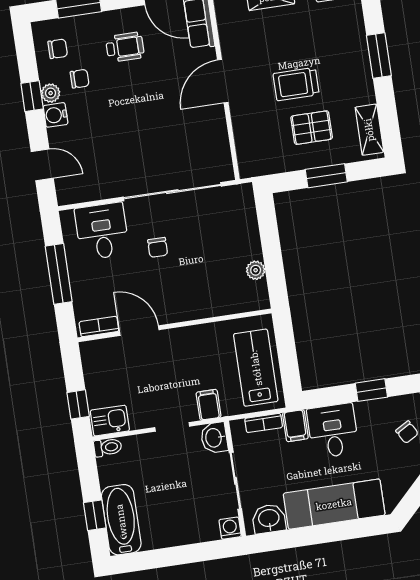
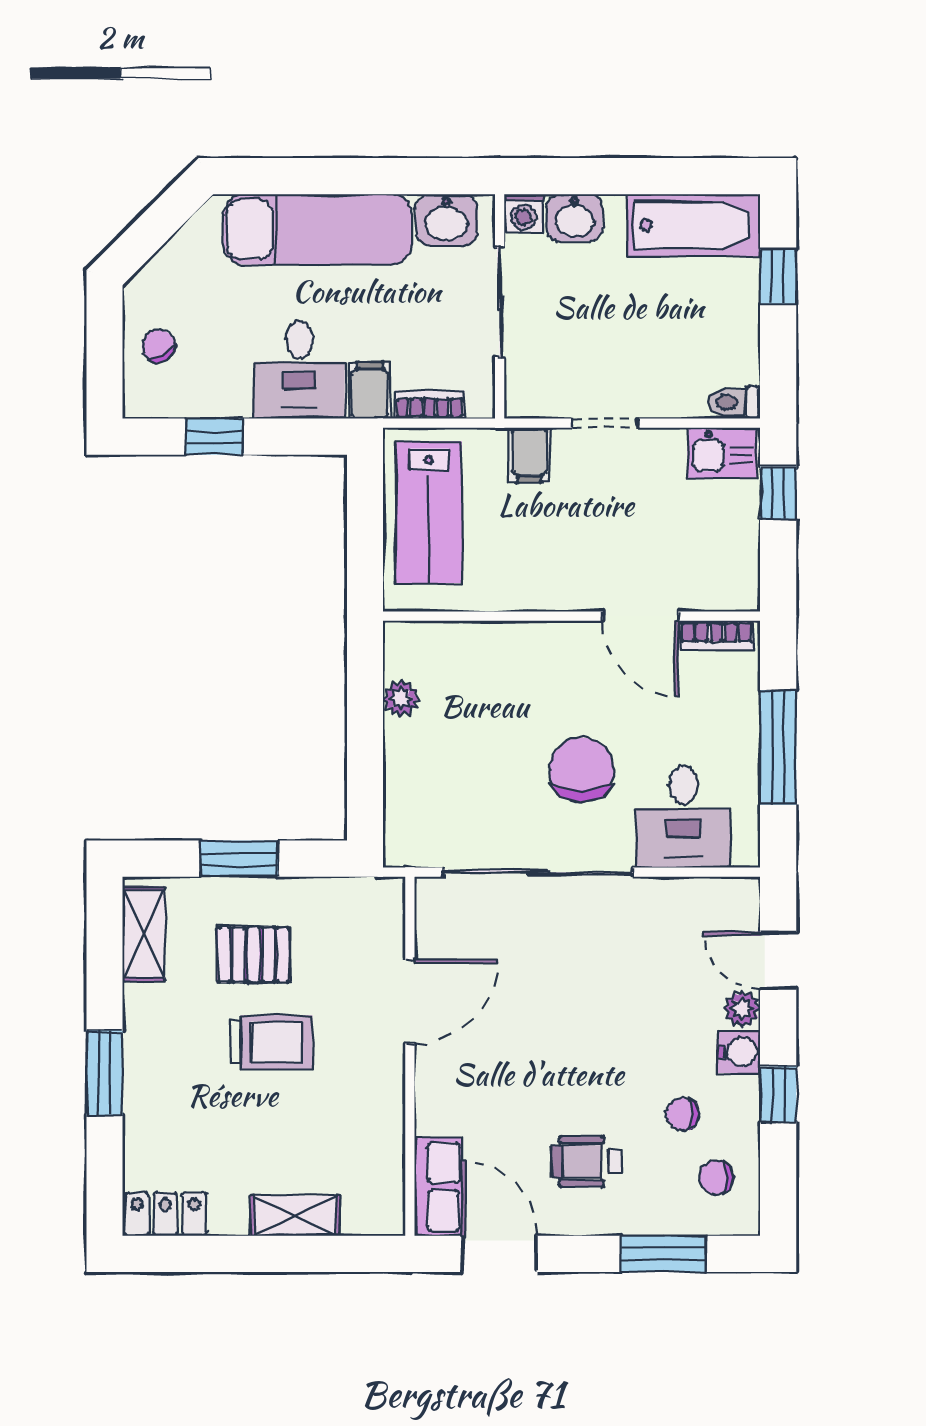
door: (223, 81) -> (410, 1002), moved
plant: (51, 93) -> (742, 1009), moved
chair: (158, 247) -> (582, 770), width x1.87, depth x1.87
washbasin: (214, 438) -> (575, 218), moved, turned 90
bathtub: (121, 520) -> (694, 225), moved, turned -90

